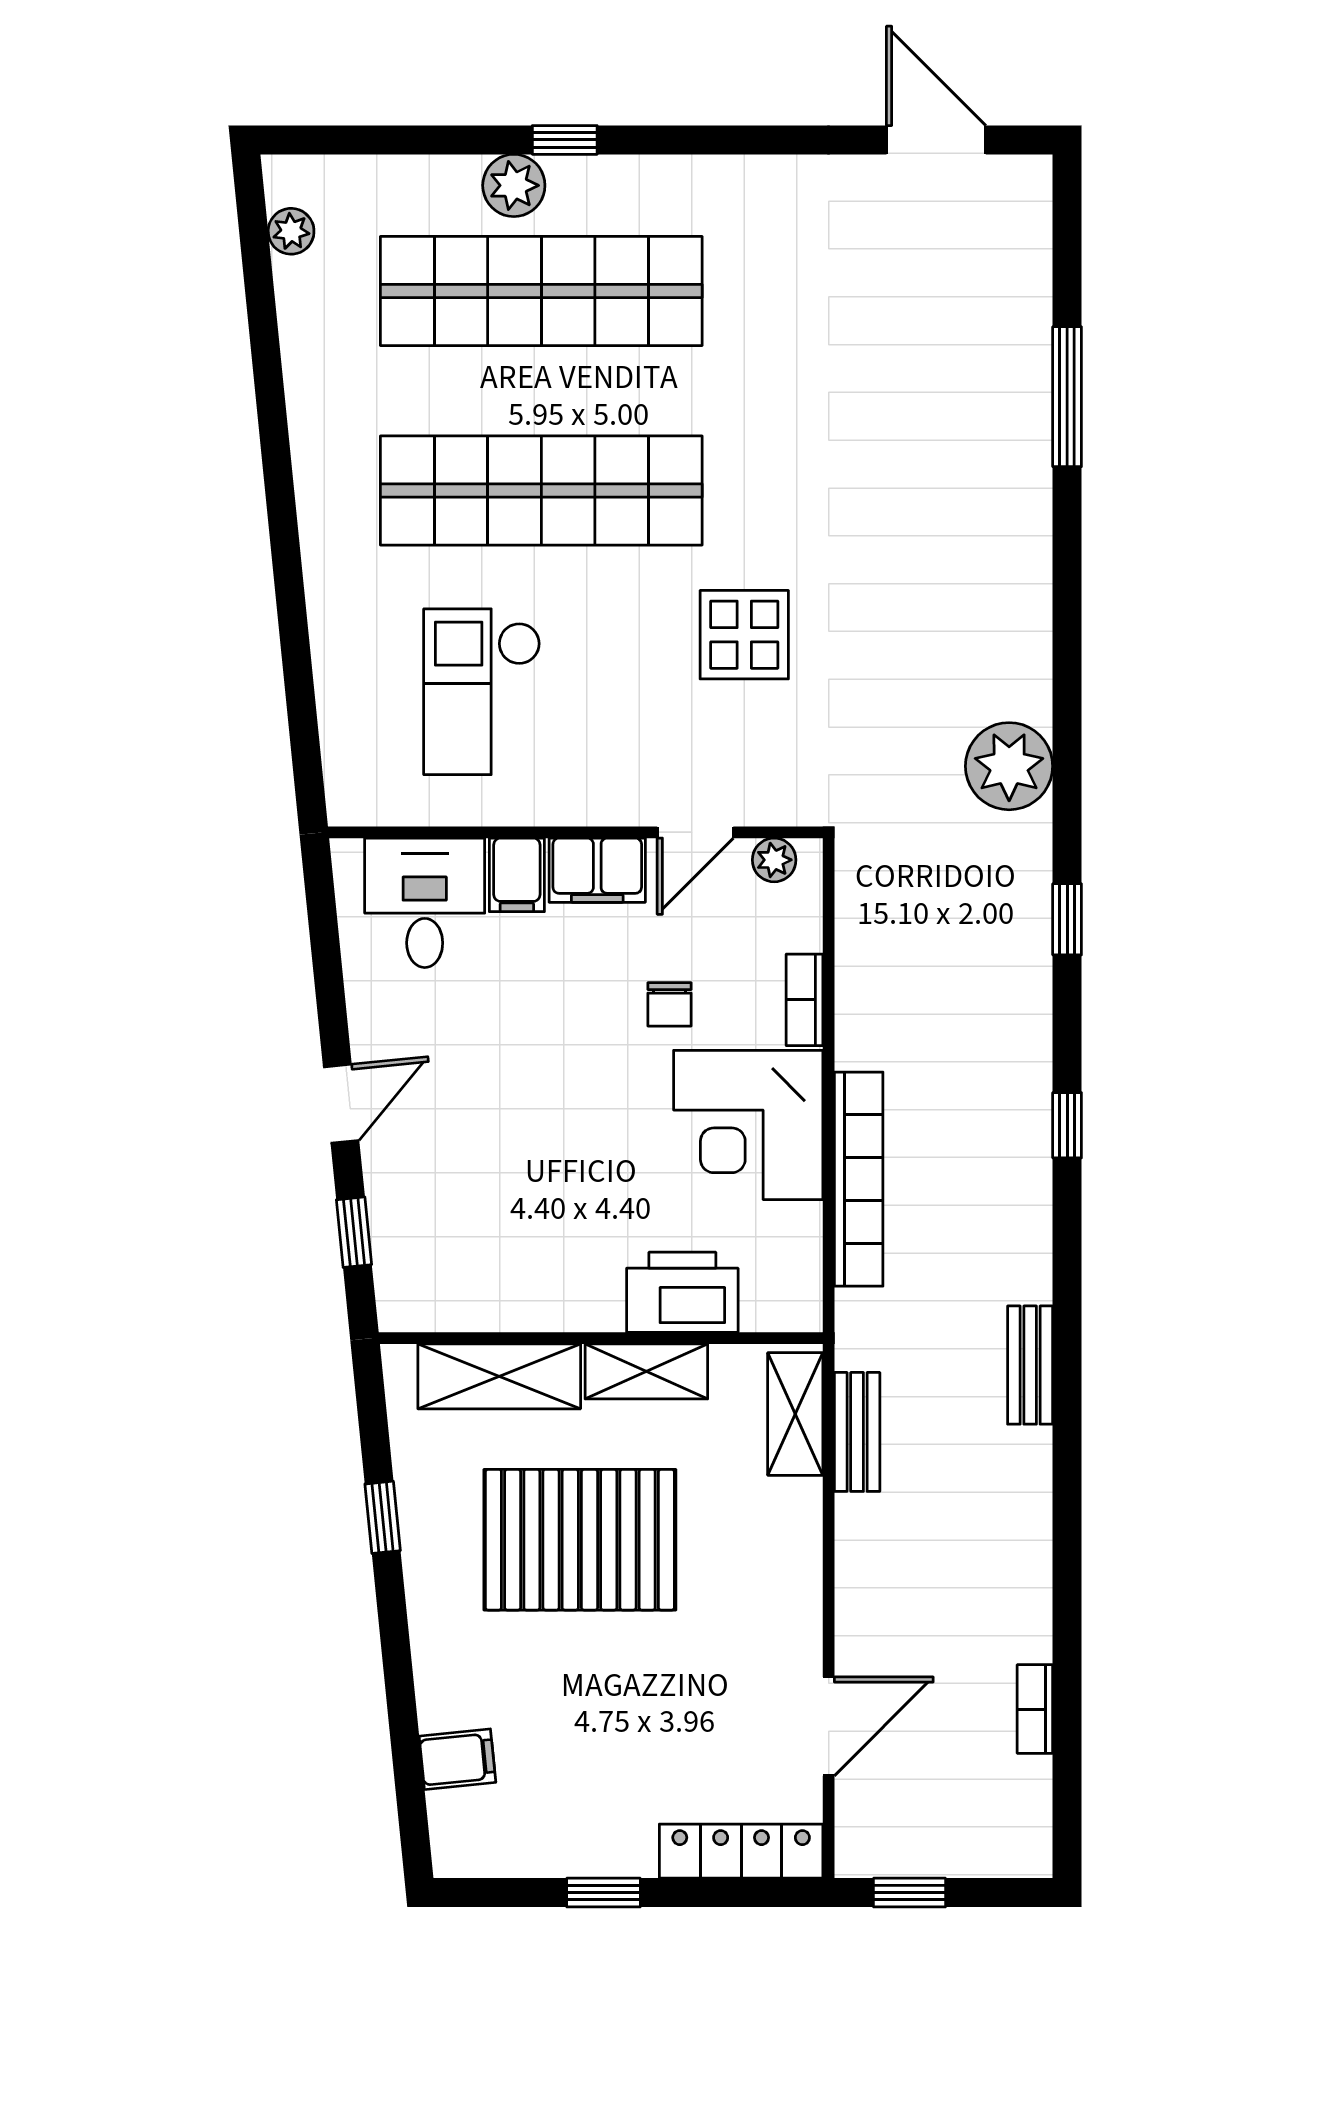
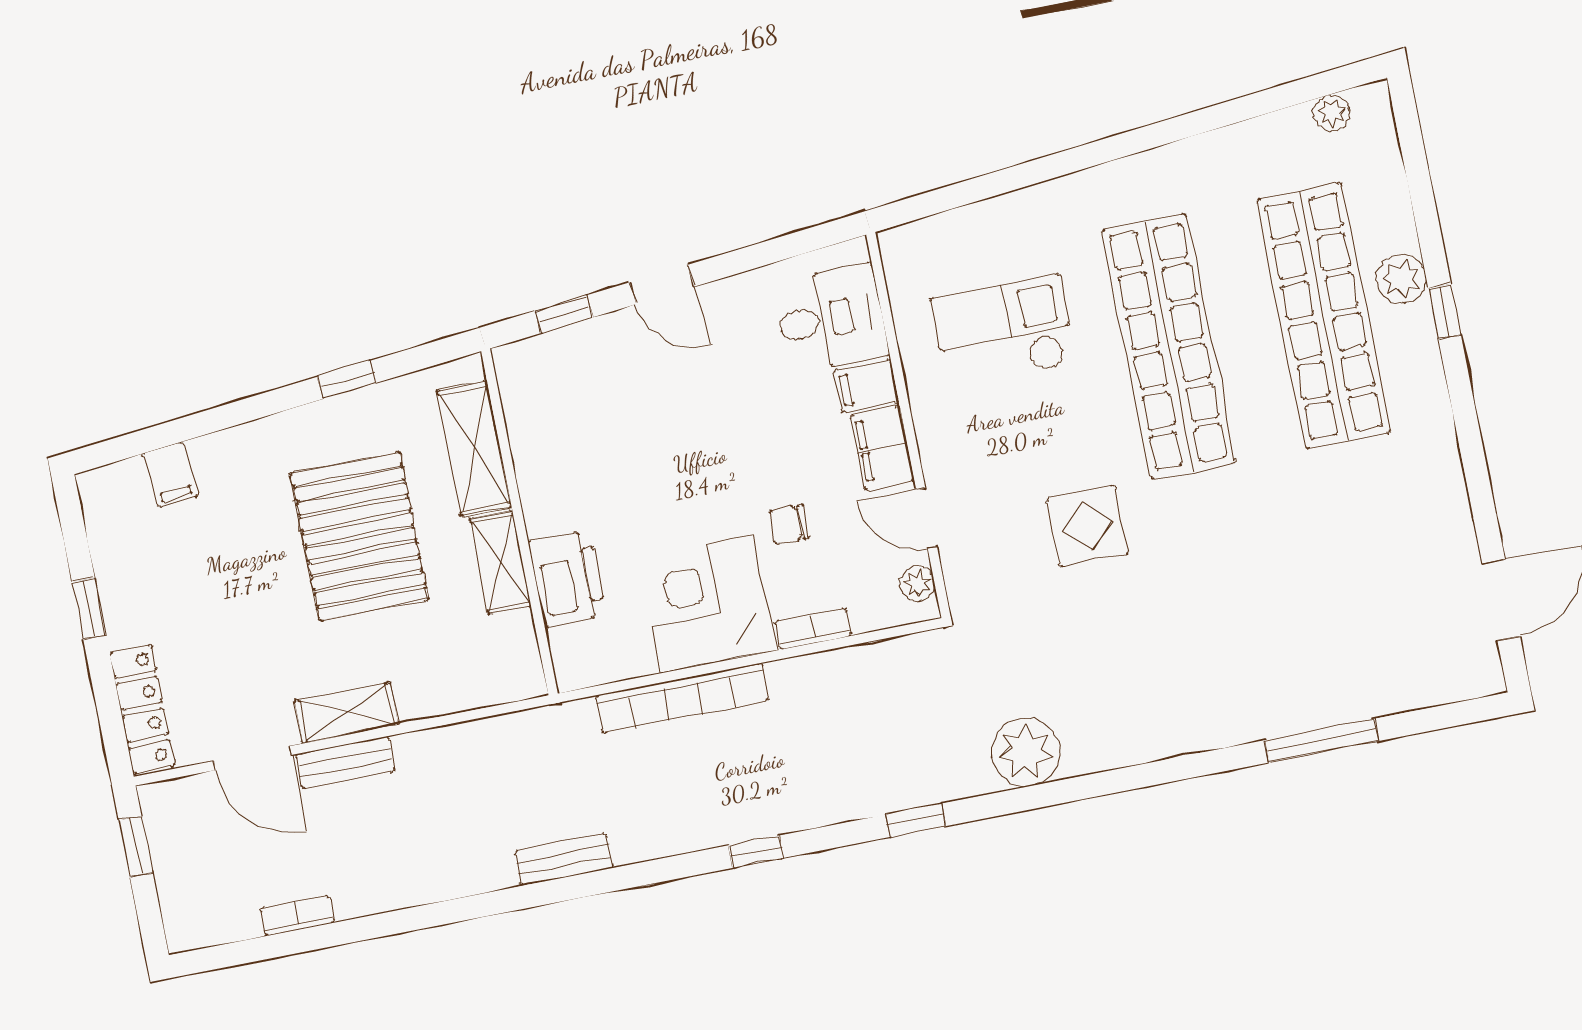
shelving: (795, 1414) -> (347, 713), moved
bench: (857, 1432) -> (345, 763), moved

